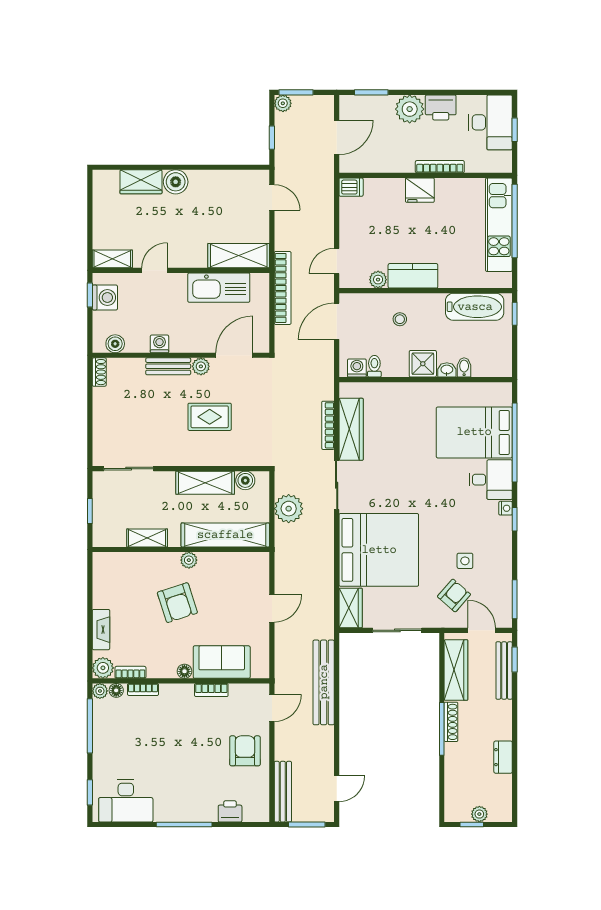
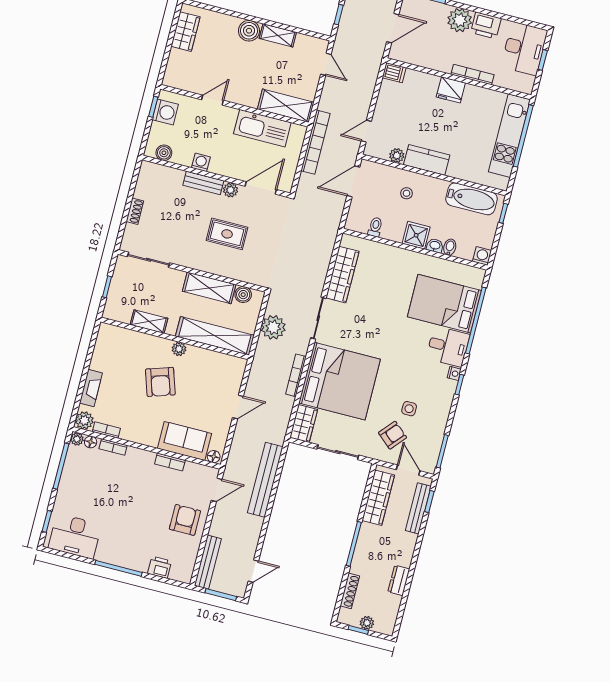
wardrobe: (141, 182) -> (186, 32), moved, turned -90
shelving: (112, 259) -> (278, 35), moved
washing machine: (357, 368) -> (482, 256), moved
shoe rack: (99, 372) -> (135, 211), moved
bookcase: (328, 425) -> (296, 375), moved
floor lamp: (184, 671) -> (214, 457), moved
shoe rack: (451, 722) -> (350, 591), moved

